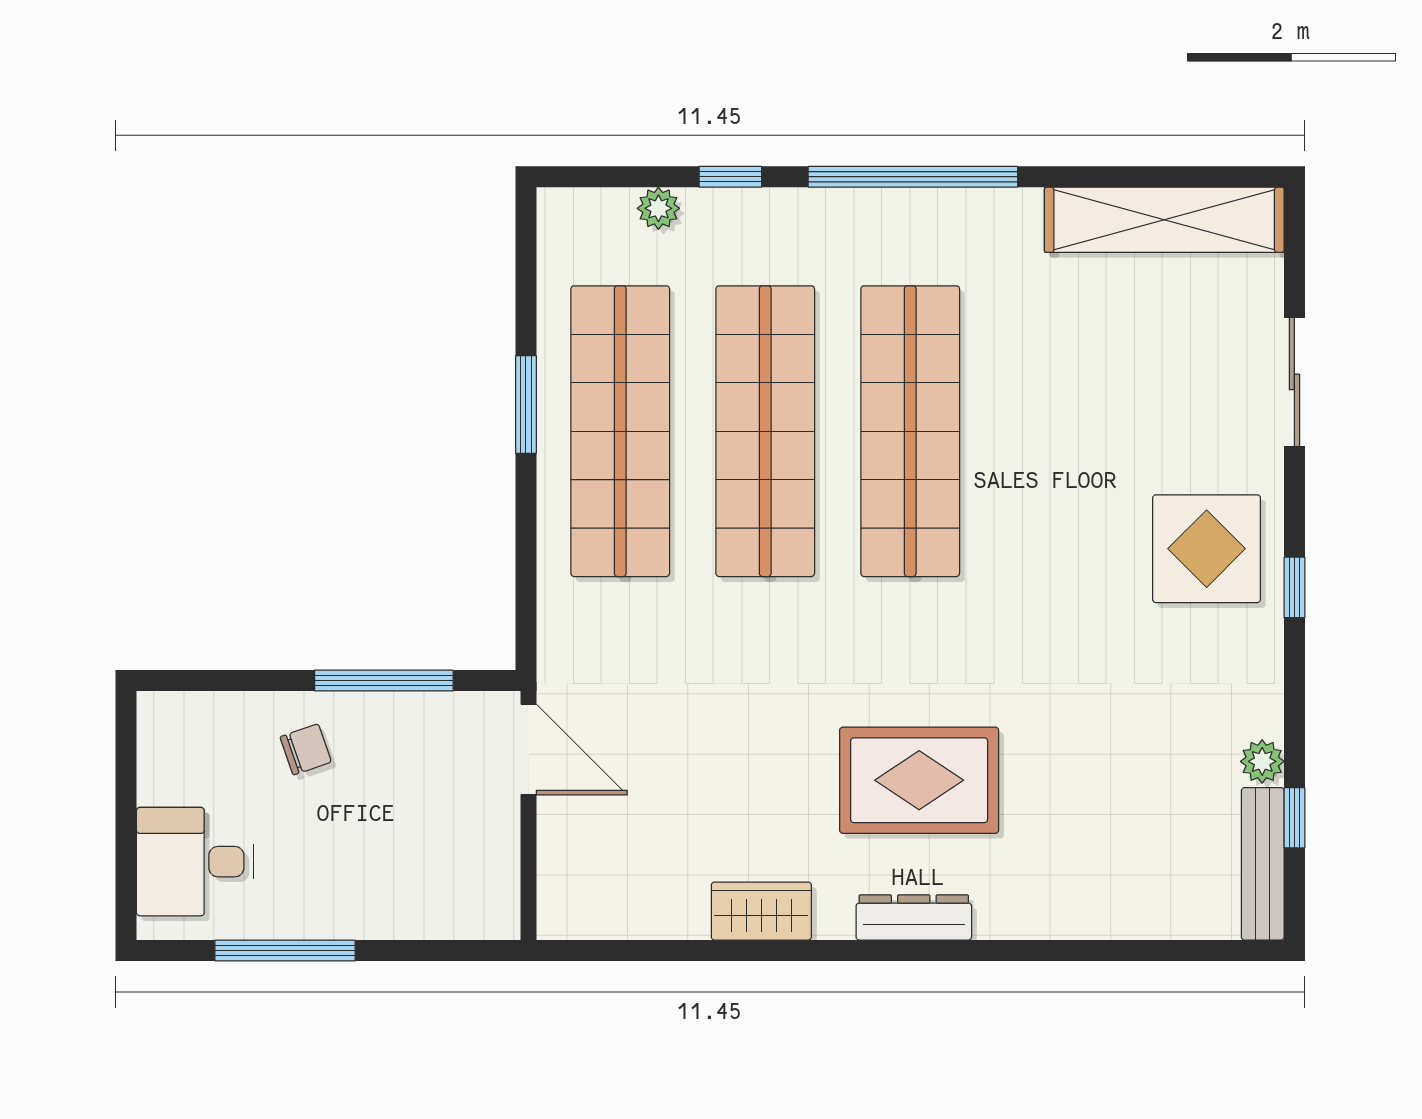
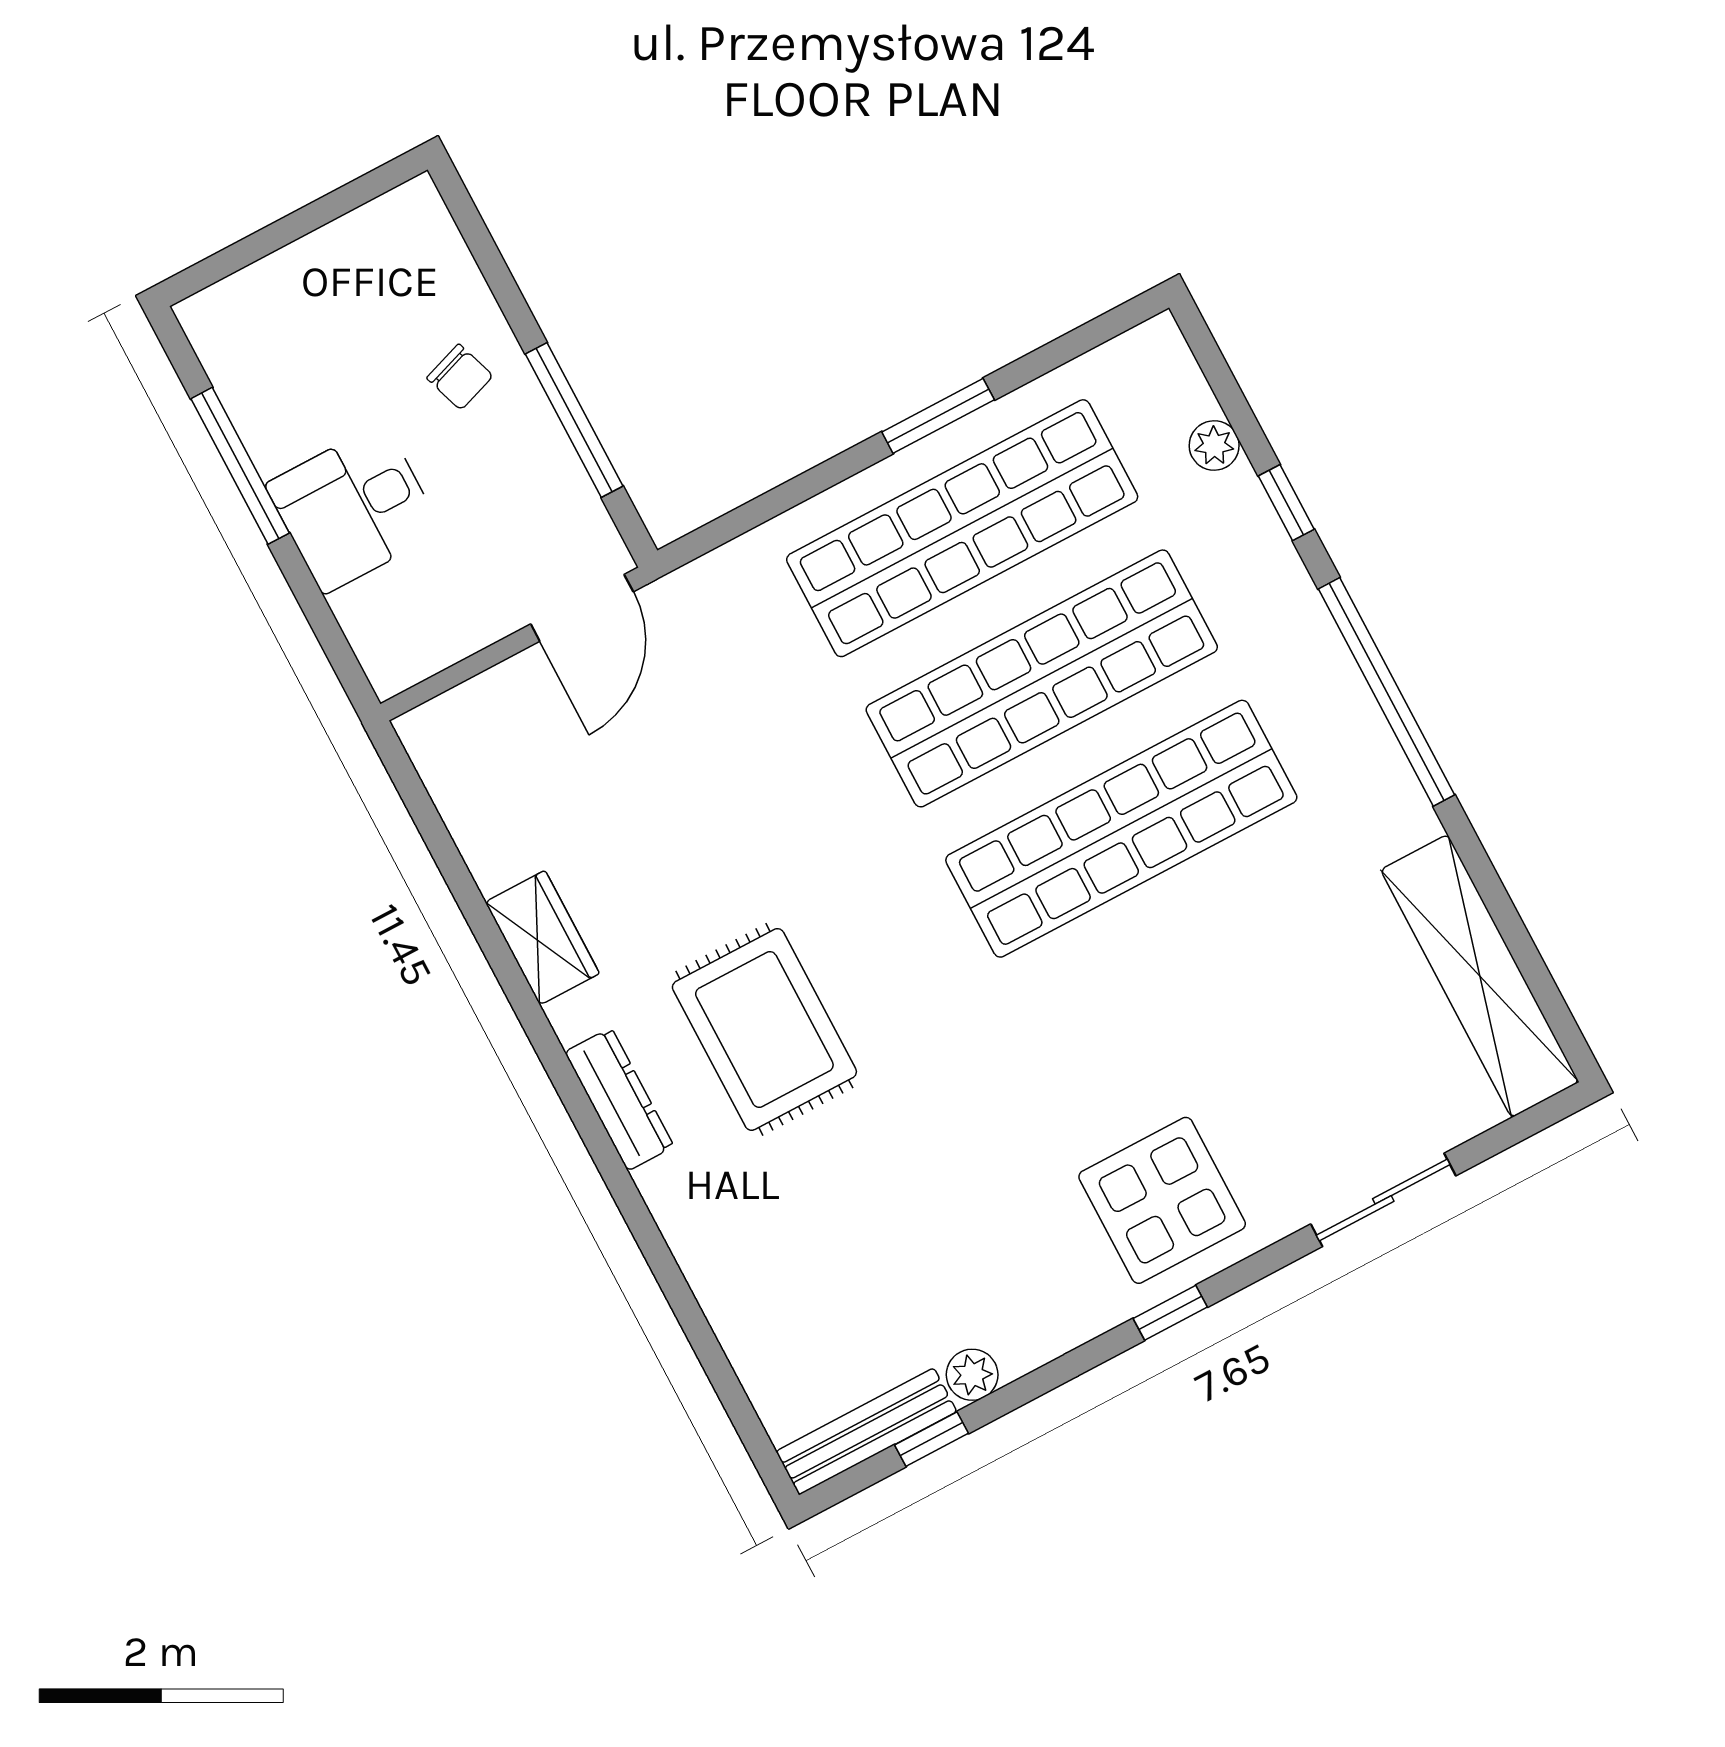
desk: (195, 862) -> (354, 508), moved, turned -90

